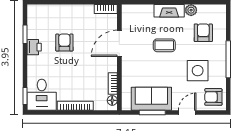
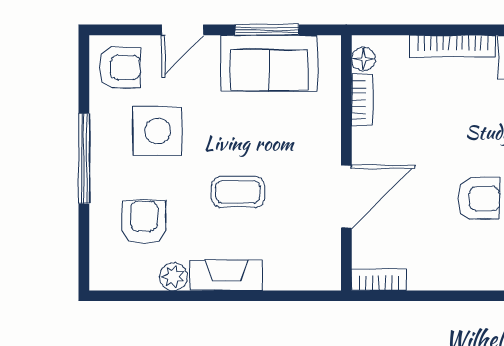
armchair: (203, 33) -> (144, 222), turned 180
armchair: (64, 43) -> (479, 199), turned -90

